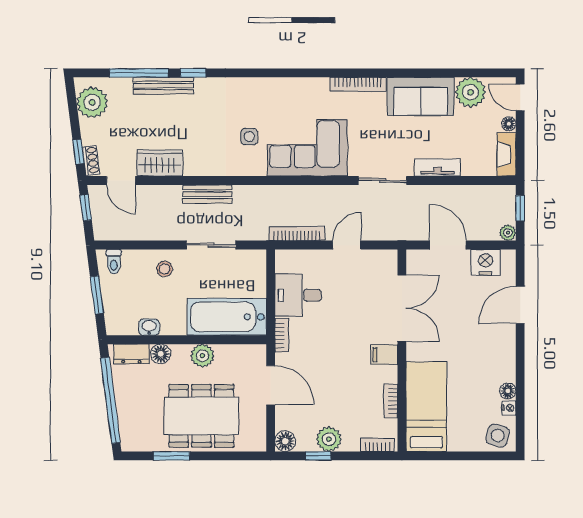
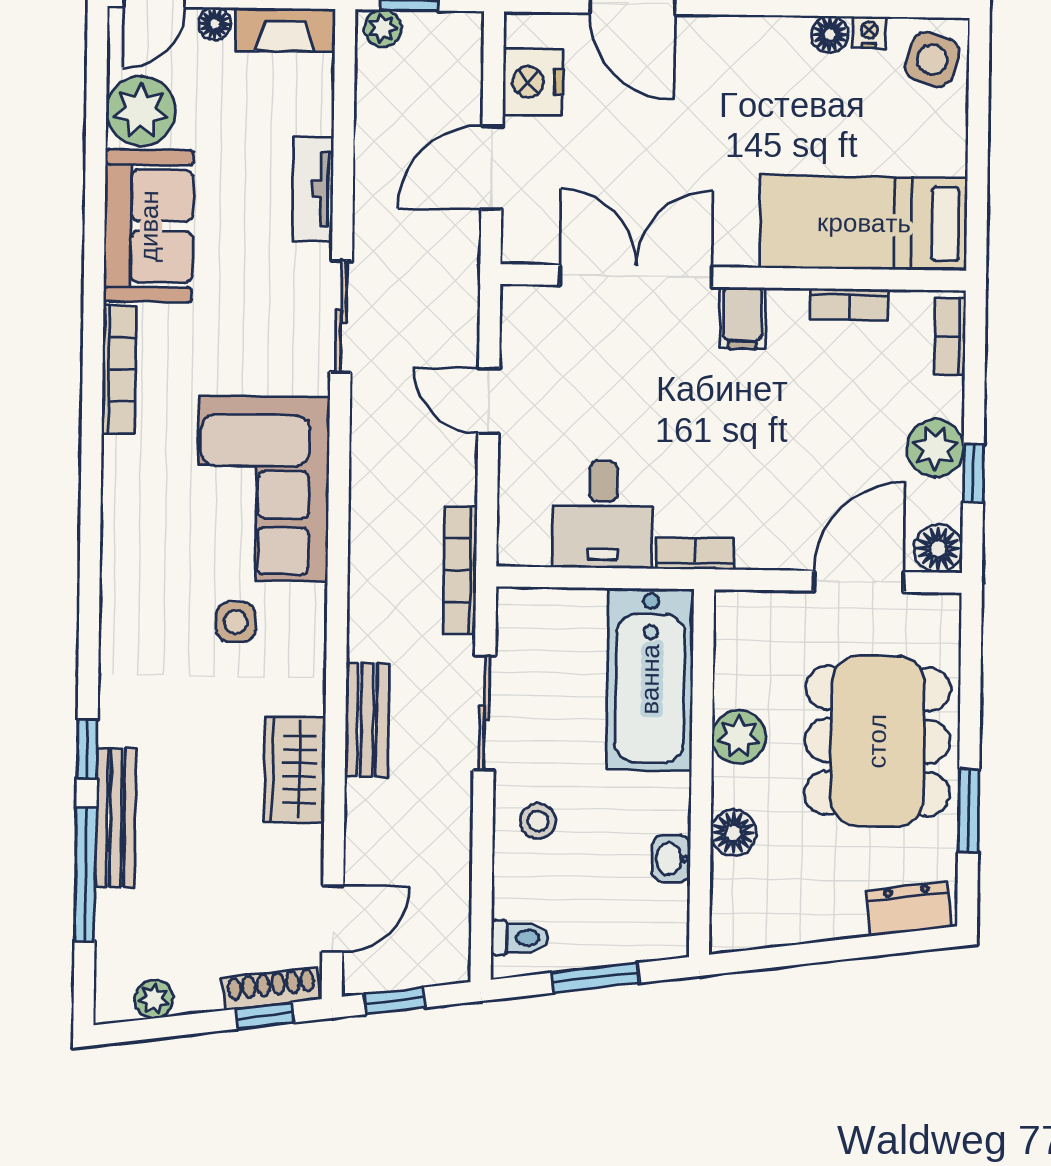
plant: (92, 102) -> (154, 999), width x0.53, depth x0.53
shoe rack: (91, 160) -> (271, 989), width x1.43
wardrobe: (160, 163) -> (295, 770), moved
plant: (508, 233) -> (383, 28), moved
bookcase: (297, 234) -> (460, 570), moved
dresser: (131, 354) -> (908, 909), moved, turned -97
door: (271, 385) -> (859, 581), moved
window: (110, 400) -> (839, 950), removed

